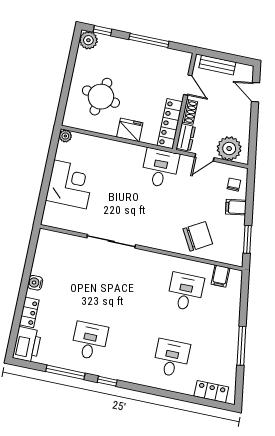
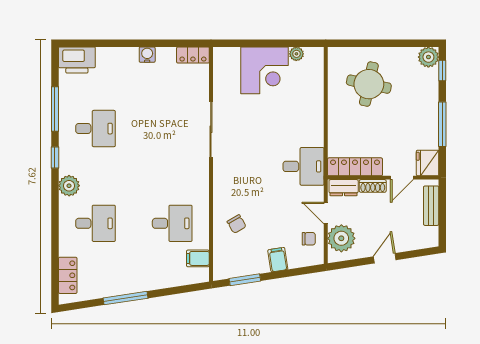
door: (256, 92) -> (385, 258), moved
fridge: (130, 130) -> (428, 163), moved, turned 180
plant: (65, 136) -> (296, 54), moved
chair: (234, 185) -> (309, 239), moved
chair: (198, 236) -> (237, 224), width x0.54, depth x0.54
locker: (29, 312) -> (193, 55), moved
plant: (134, 374) -> (69, 186), added

